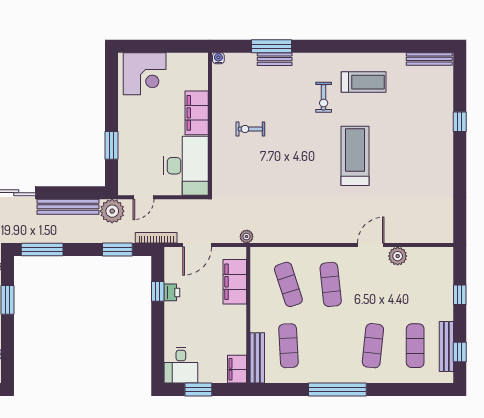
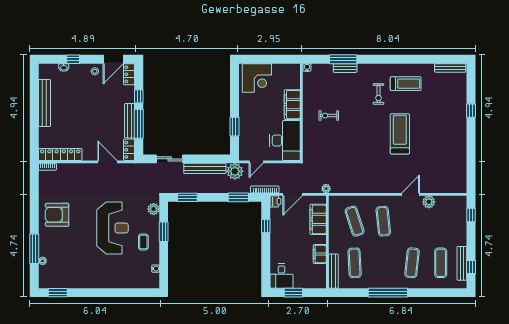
window: (42, 249) -> (187, 197), width x0.69
printer: (172, 292) -> (275, 201), moved
window: (460, 295) -> (471, 215), moved
filing cabinet: (237, 369) -> (320, 254), moved

